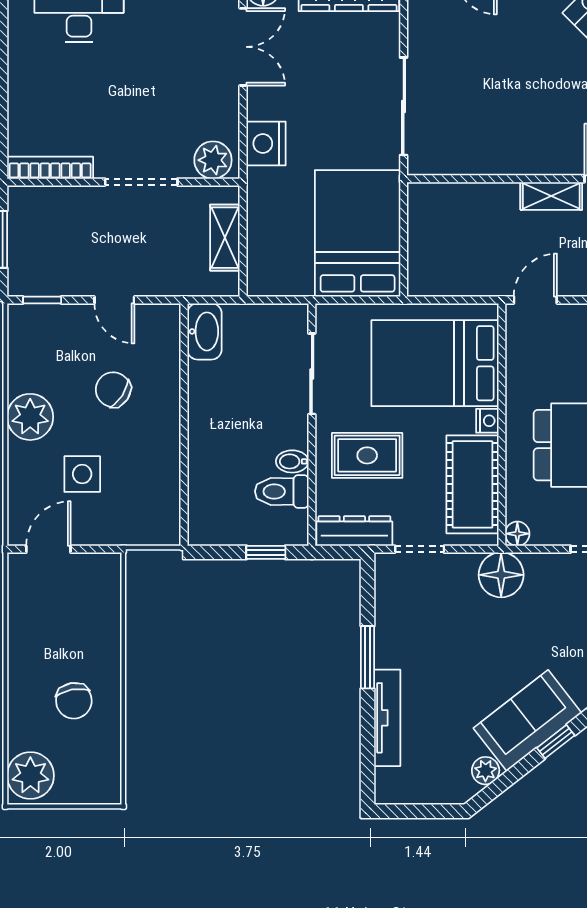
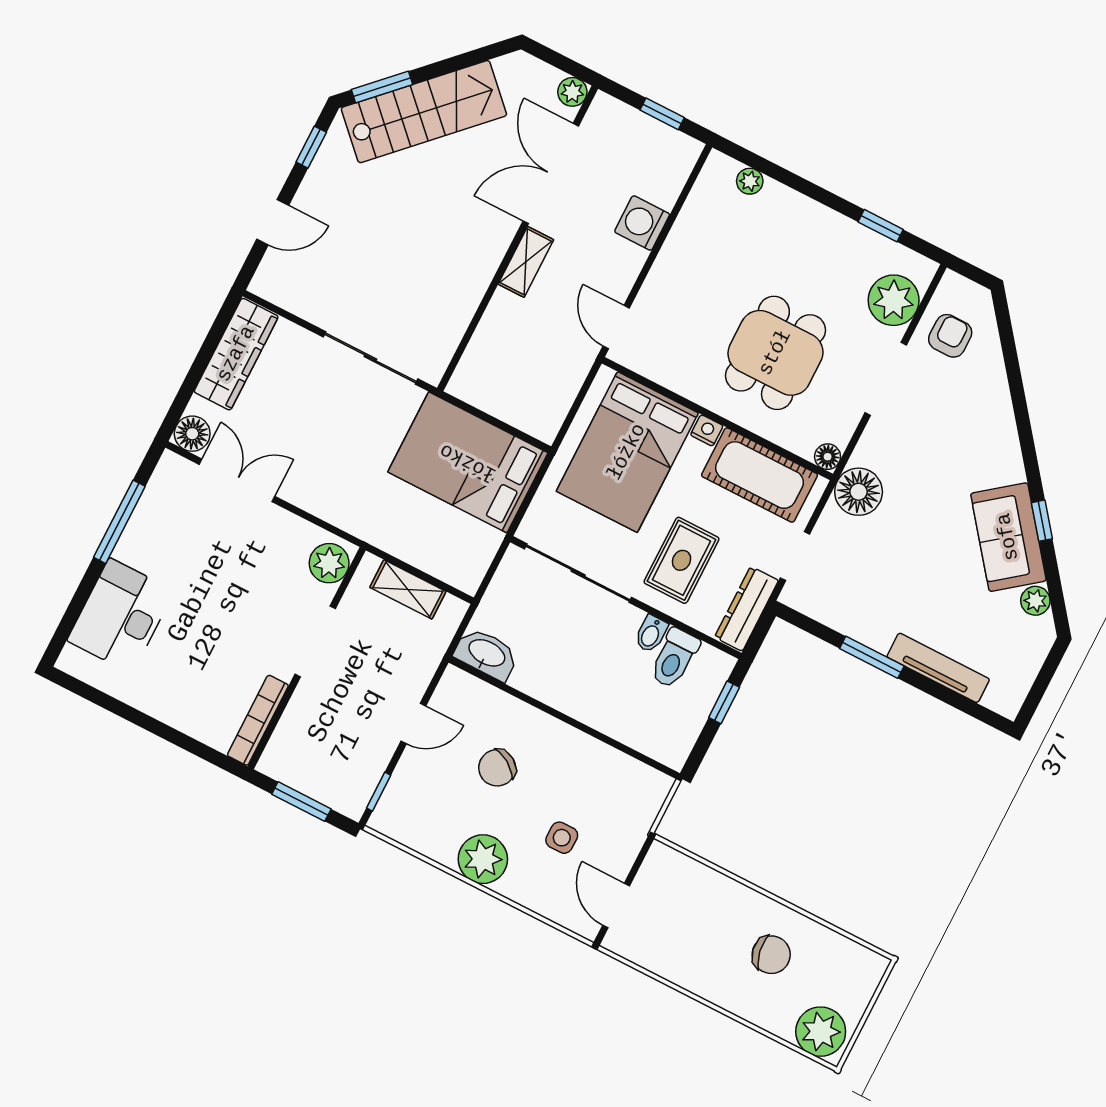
nightstand: (266, 143) -> (339, 505), removed
sliding door: (312, 374) -> (578, 573), width x1.37
side table: (82, 474) -> (562, 838), width x0.73, depth x0.73

